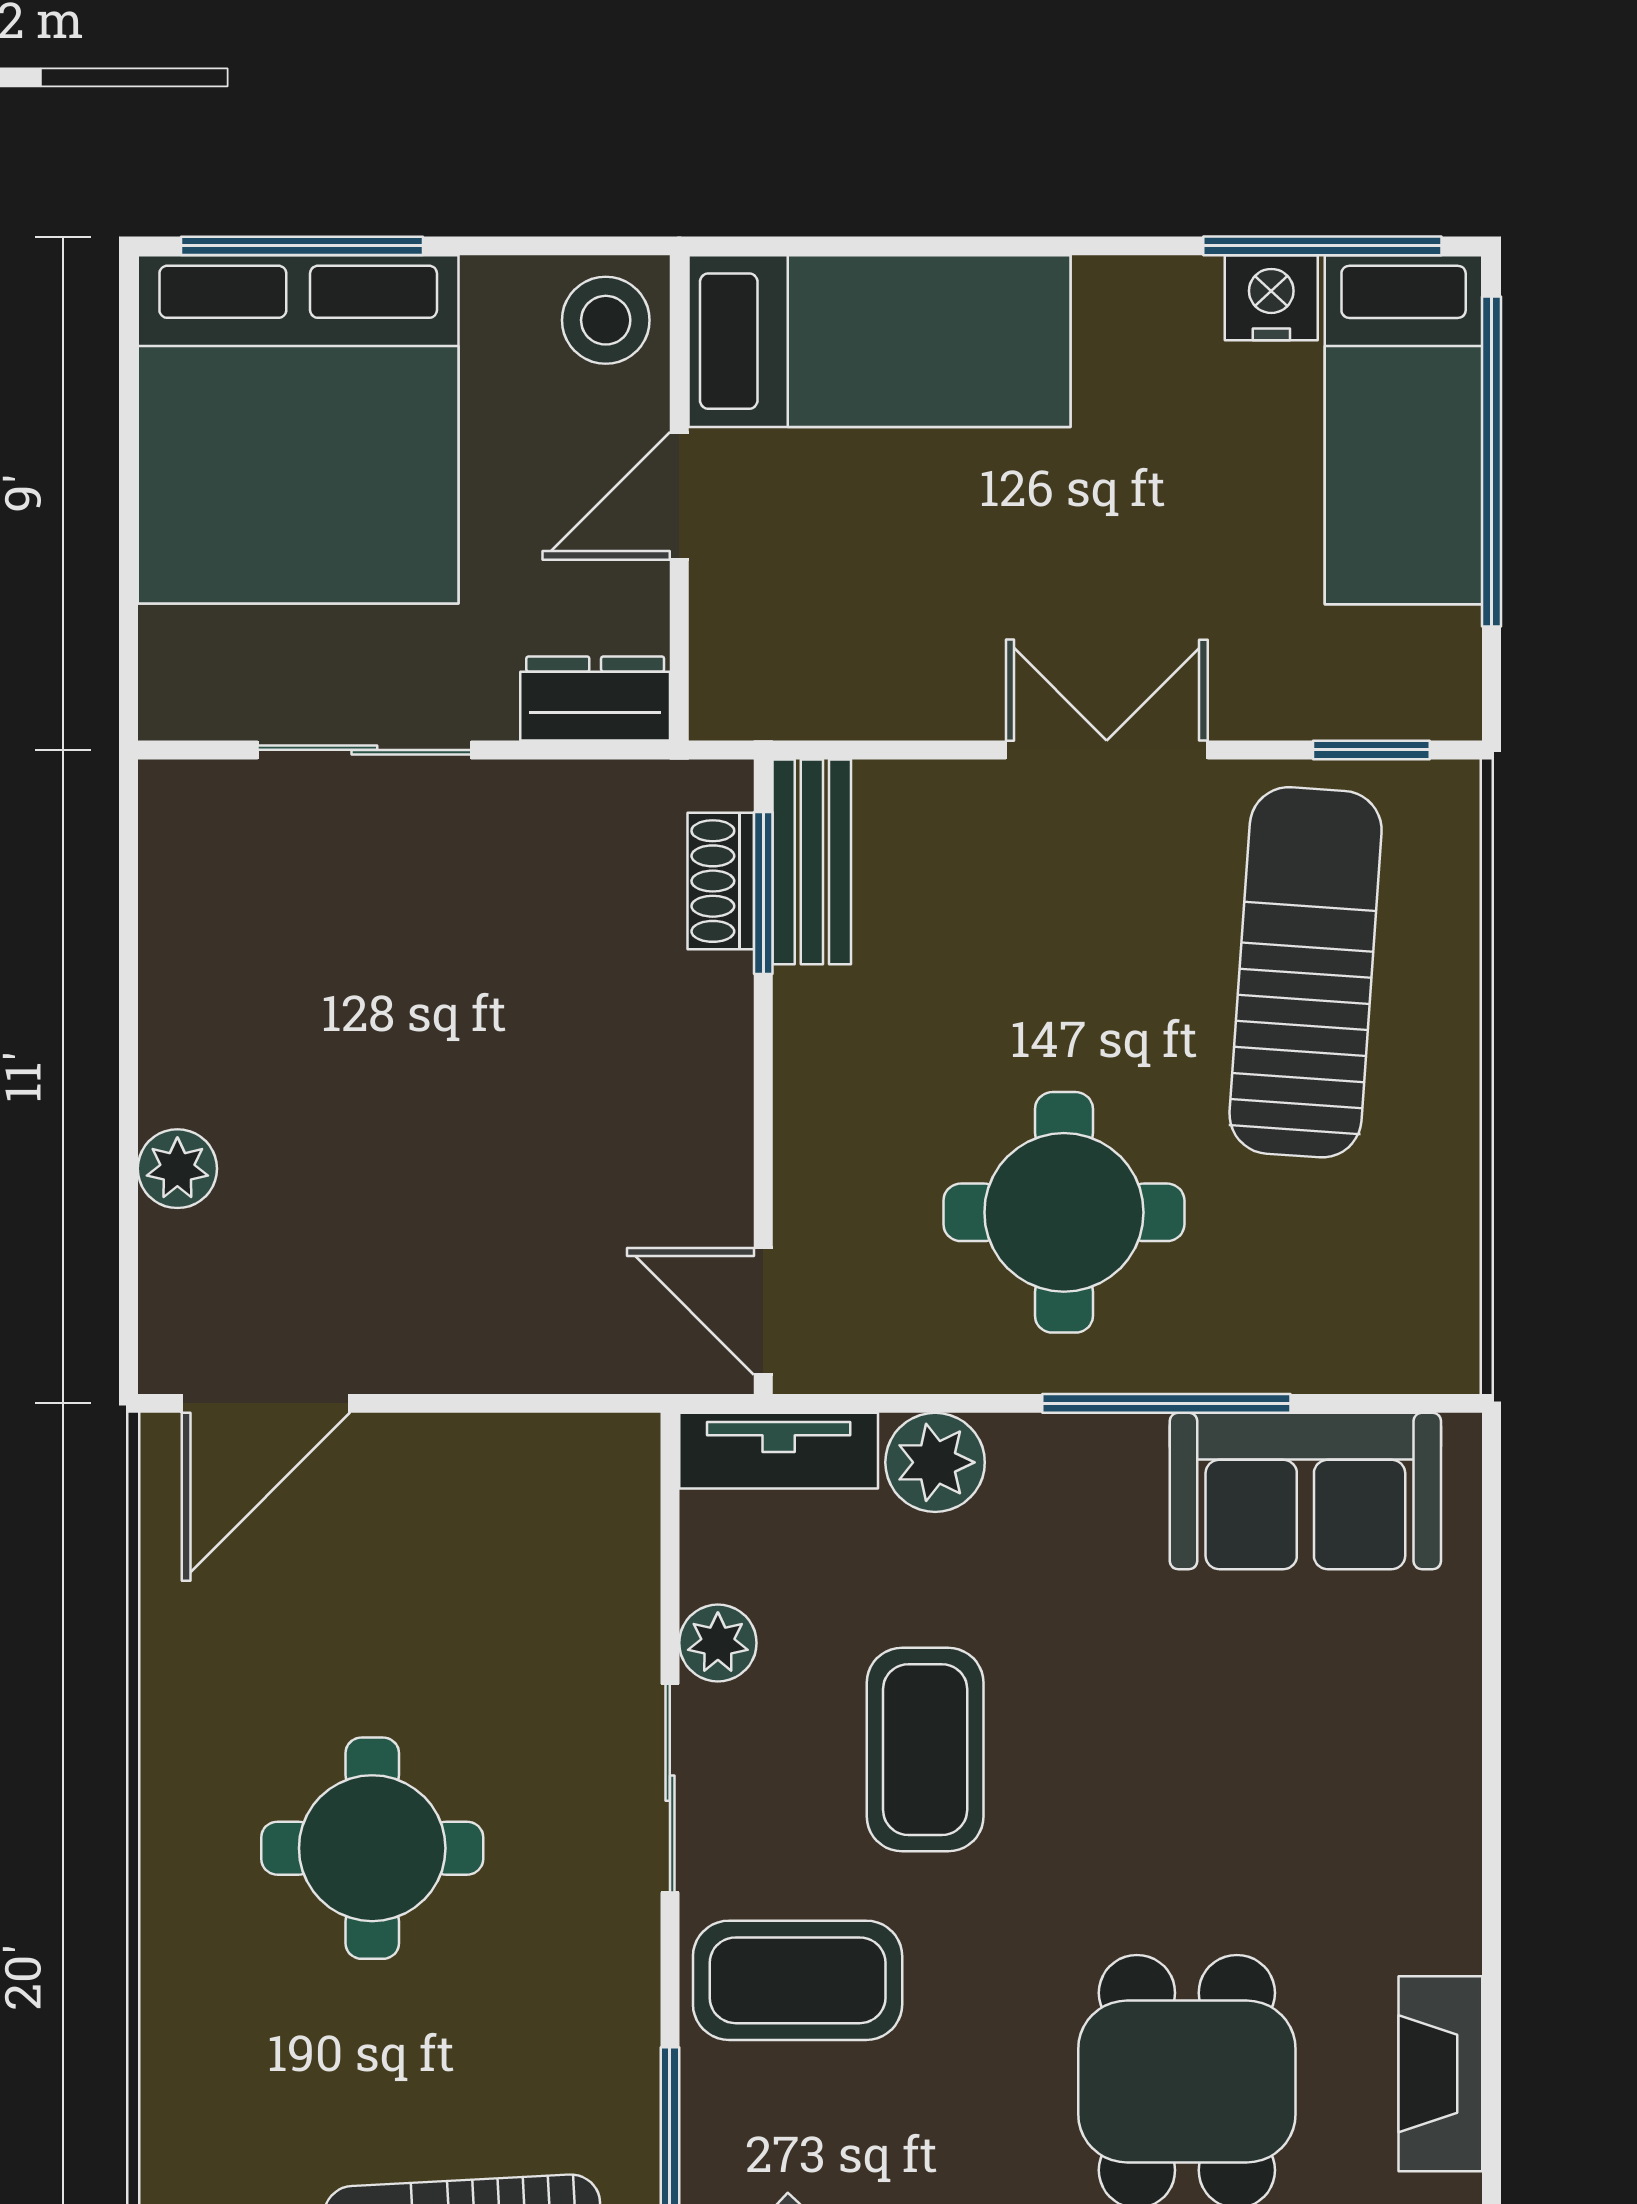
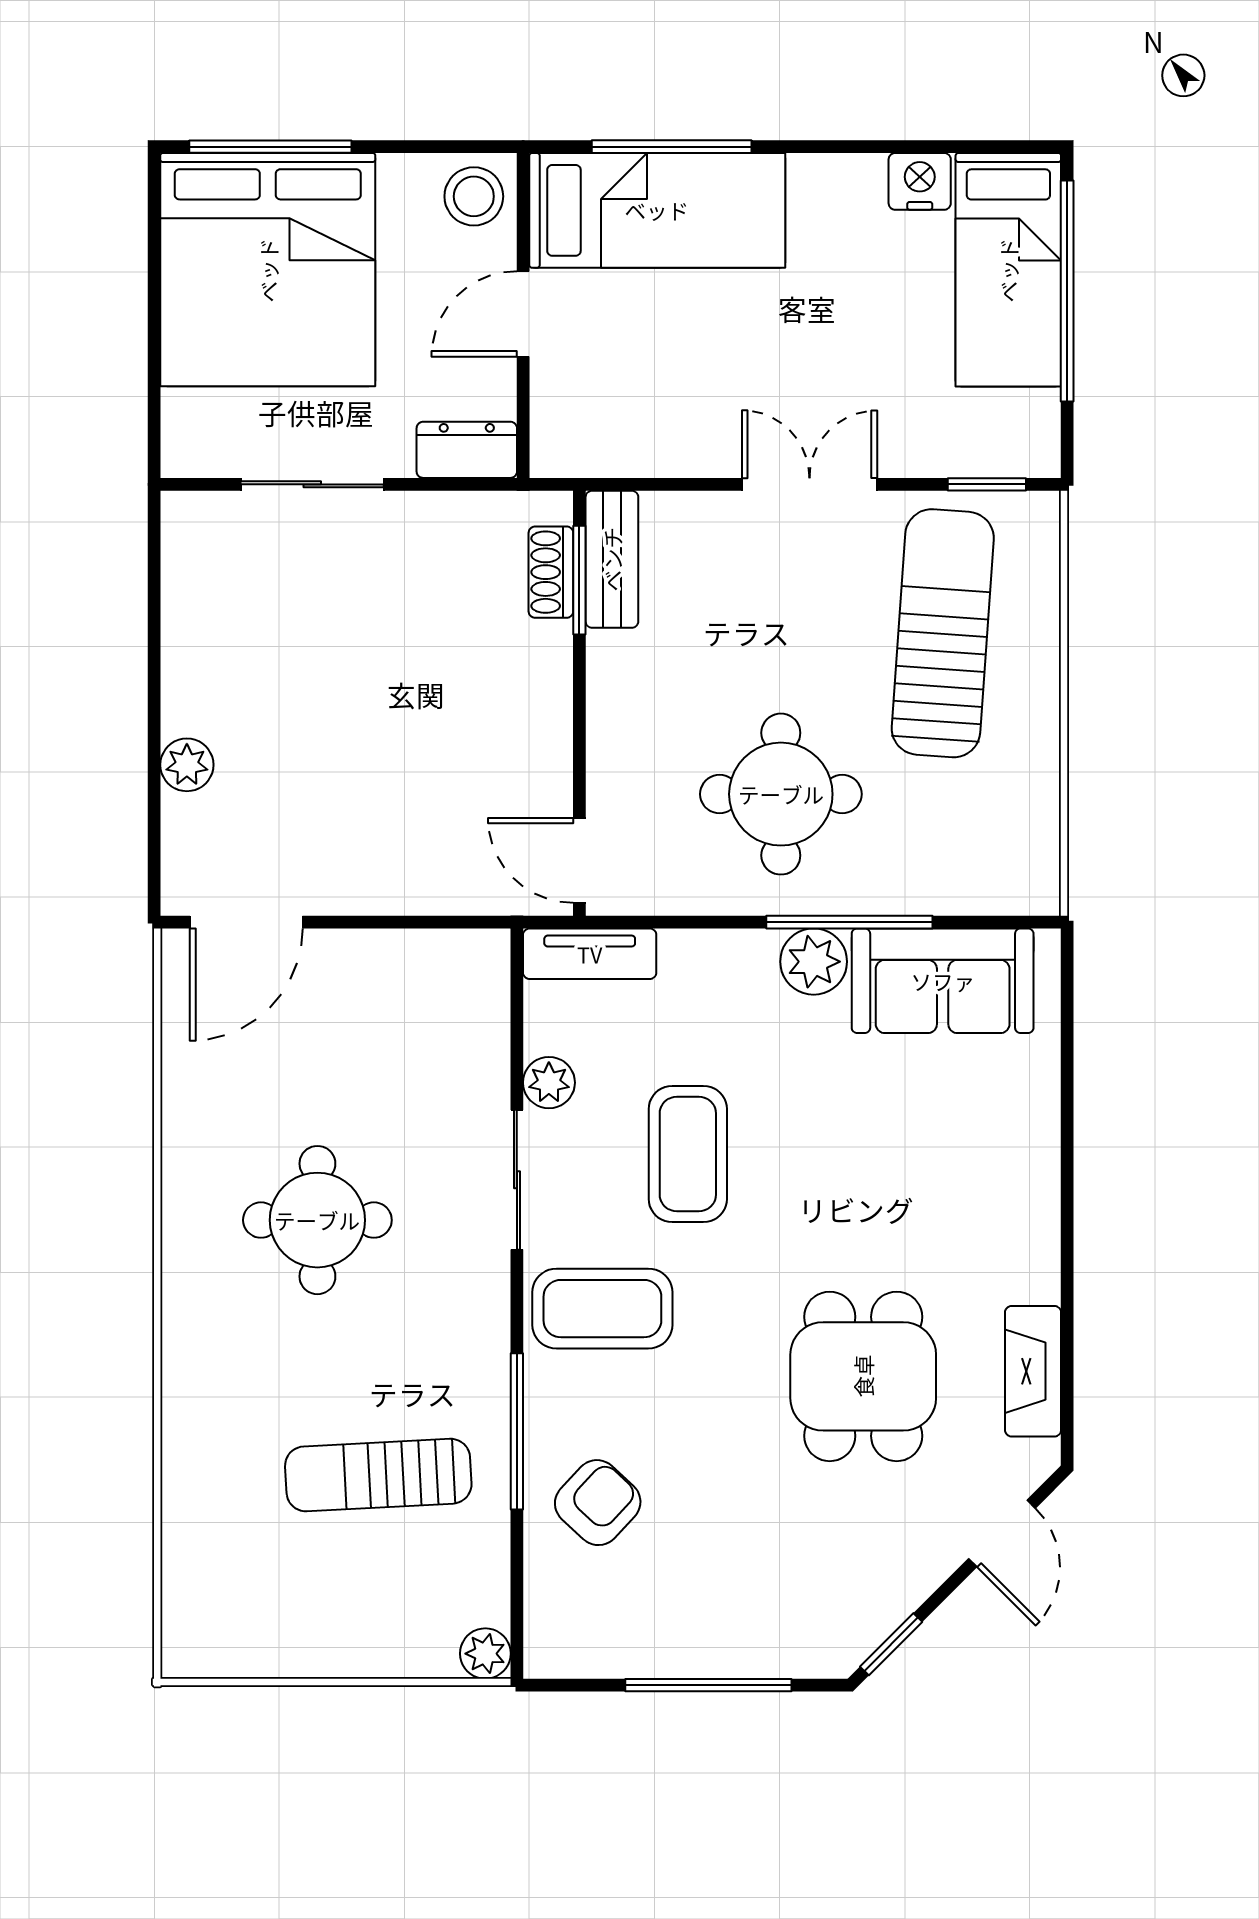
window: (1322, 246) -> (672, 147), moved
plant: (935, 1462) -> (814, 962), moved

